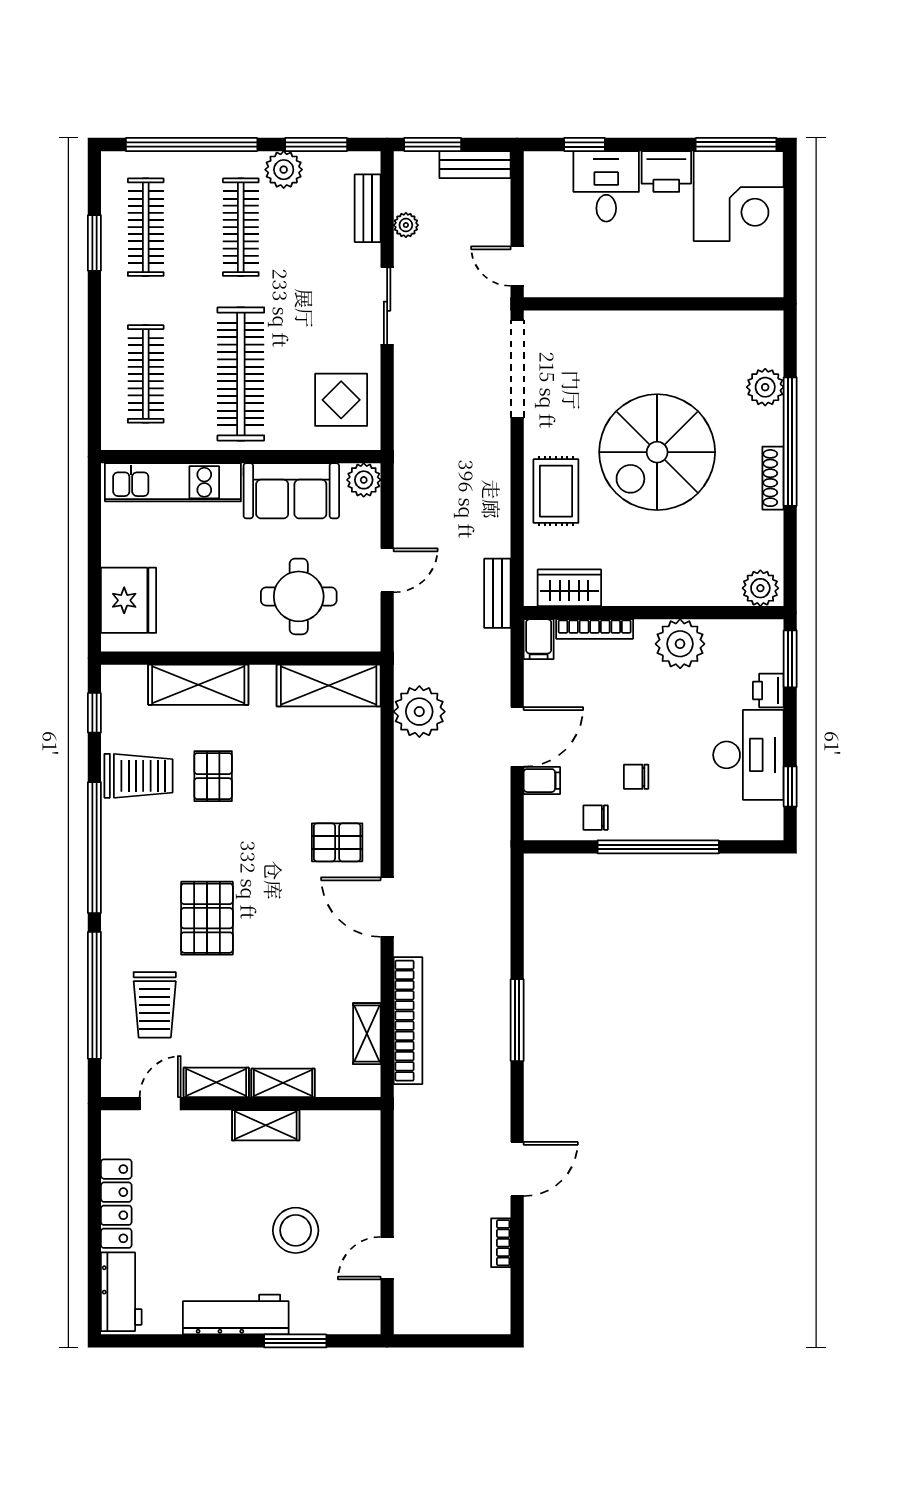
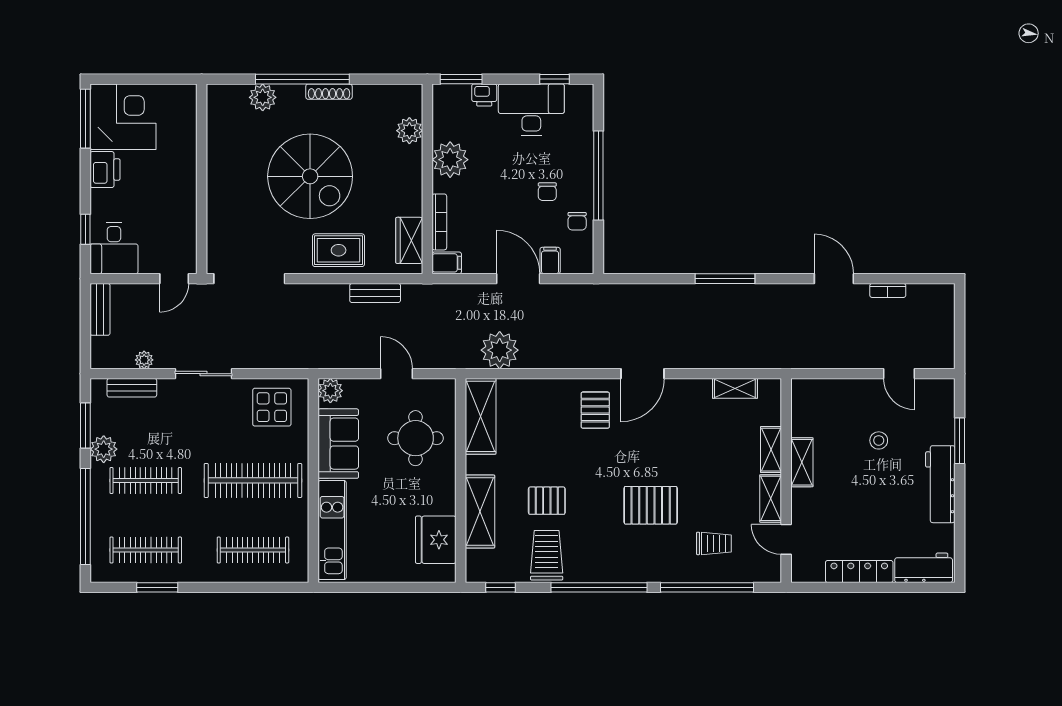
window: (433, 145) -> (85, 340), removed
desk: (606, 186) -> (114, 248), moved, turned -90
plant: (760, 588) -> (409, 131), moved
bench: (497, 593) -> (375, 293), moved
fridge: (129, 600) -> (436, 540), moved, turned -90
trolley: (155, 1005) -> (714, 543), width x0.73, depth x0.72
bookcase: (408, 1021) -> (725, 358), removed
stool: (296, 1230) -> (879, 440), width x0.53, depth x0.53

